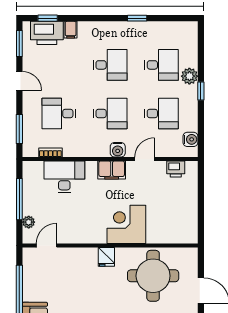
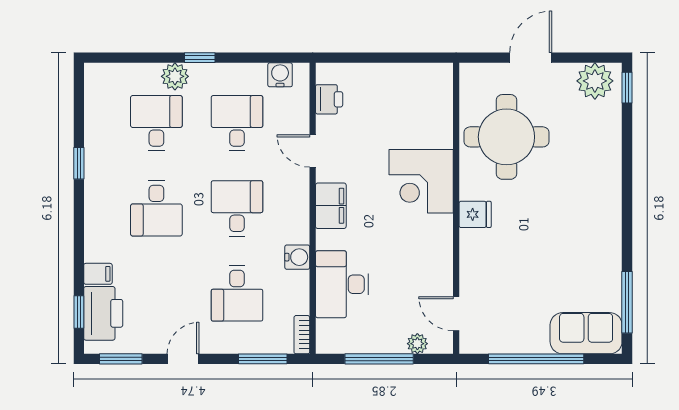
desk: (110, 65) -> (156, 208), turned 180
water cooler: (118, 150) -> (297, 257), moved
bookcase: (50, 153) -> (302, 335), moved

